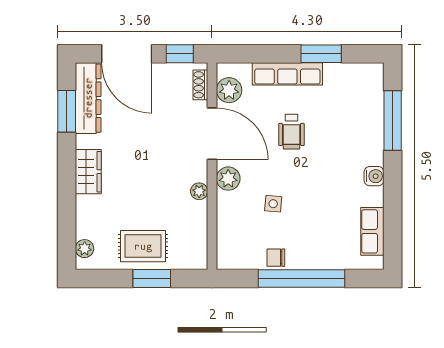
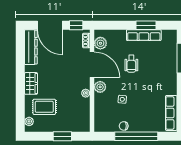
row of seats: (287, 74) -> (144, 35), moved
window: (67, 111) -> (20, 54), removed
water cooler: (374, 176) -> (172, 86), removed
row of seats: (372, 231) -> (171, 113), width x1.48
rug: (143, 246) -> (44, 107), moved

